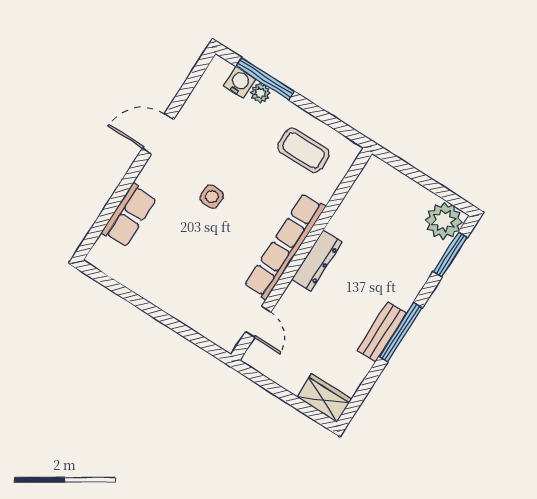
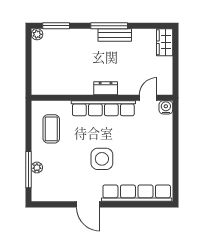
water cooler: (240, 82) -> (166, 107), moved, turned 90
side table: (212, 197) -> (102, 159), width x1.87, depth x1.87
row of seats: (129, 215) -> (137, 193), width x2.02
plant: (444, 221) -> (37, 34), width x0.53, depth x0.53
dresser: (317, 261) -> (106, 88), width x0.70

